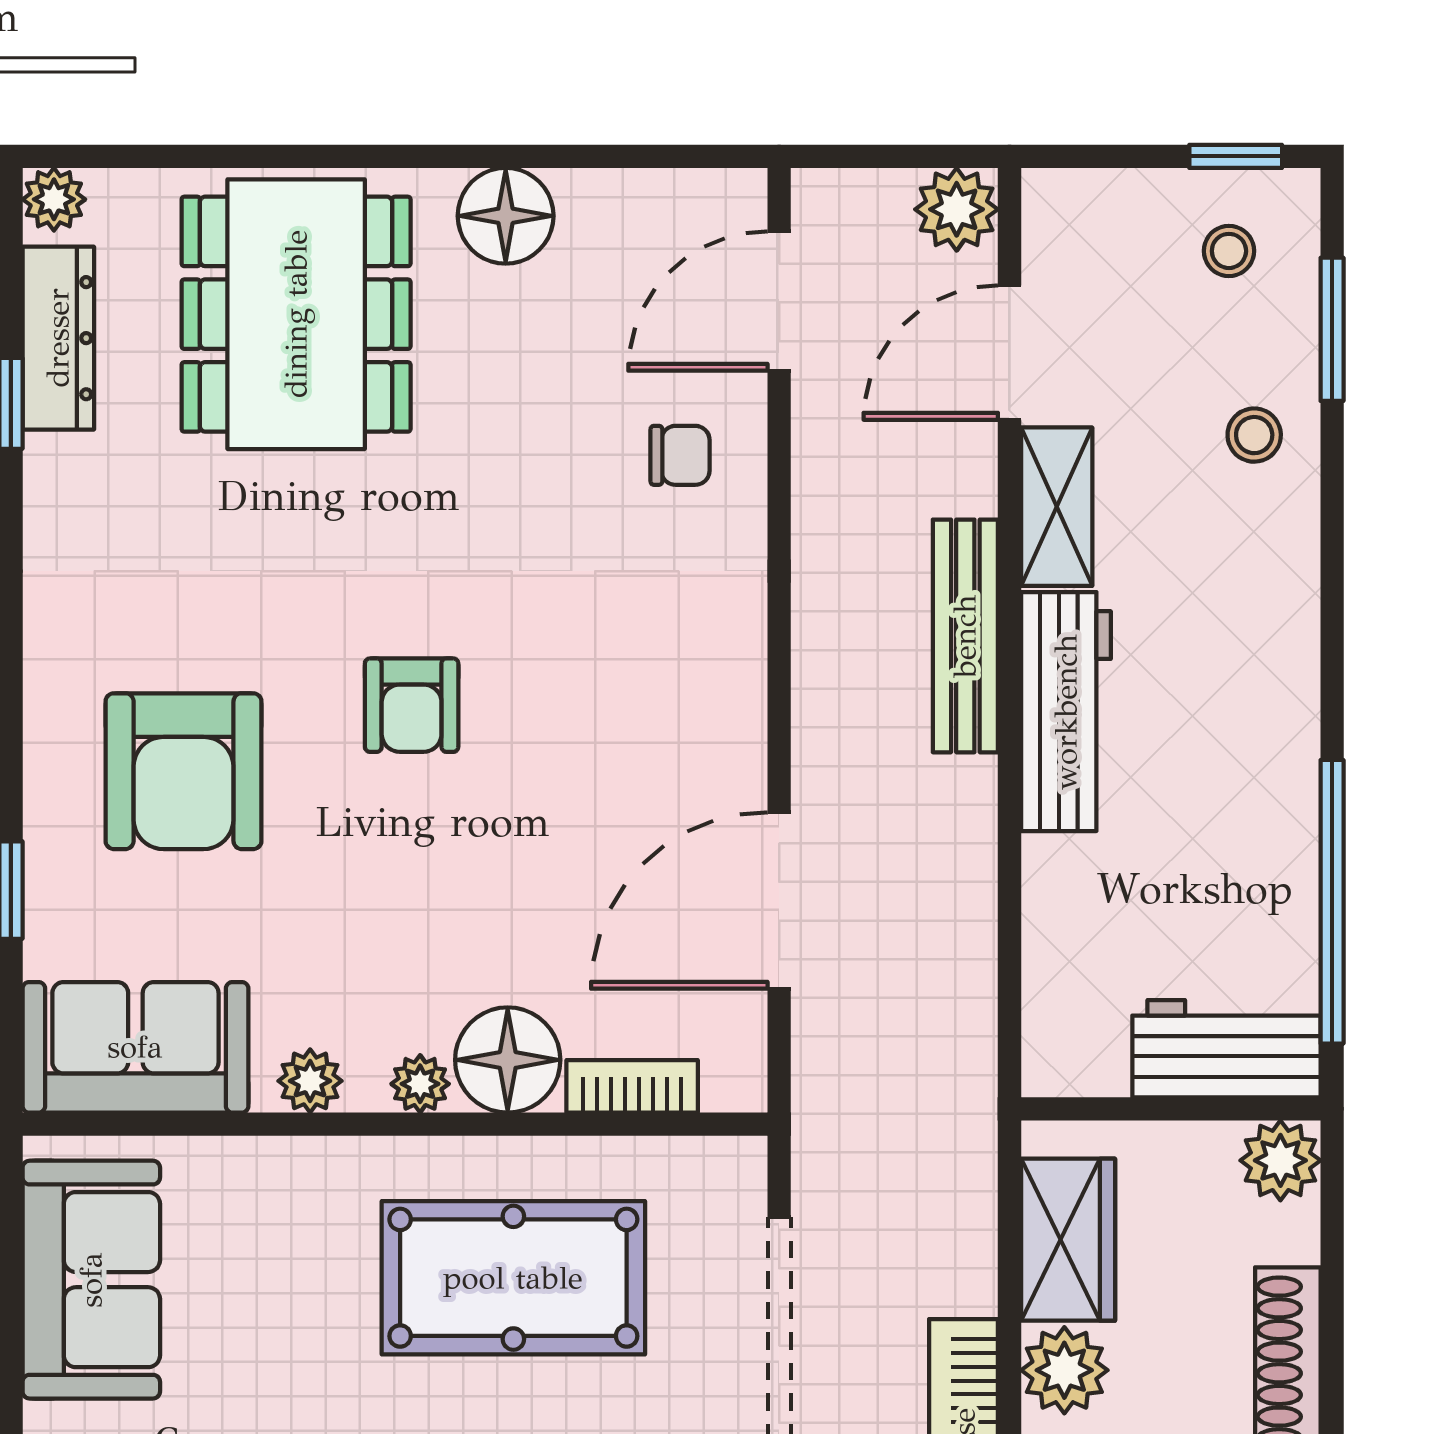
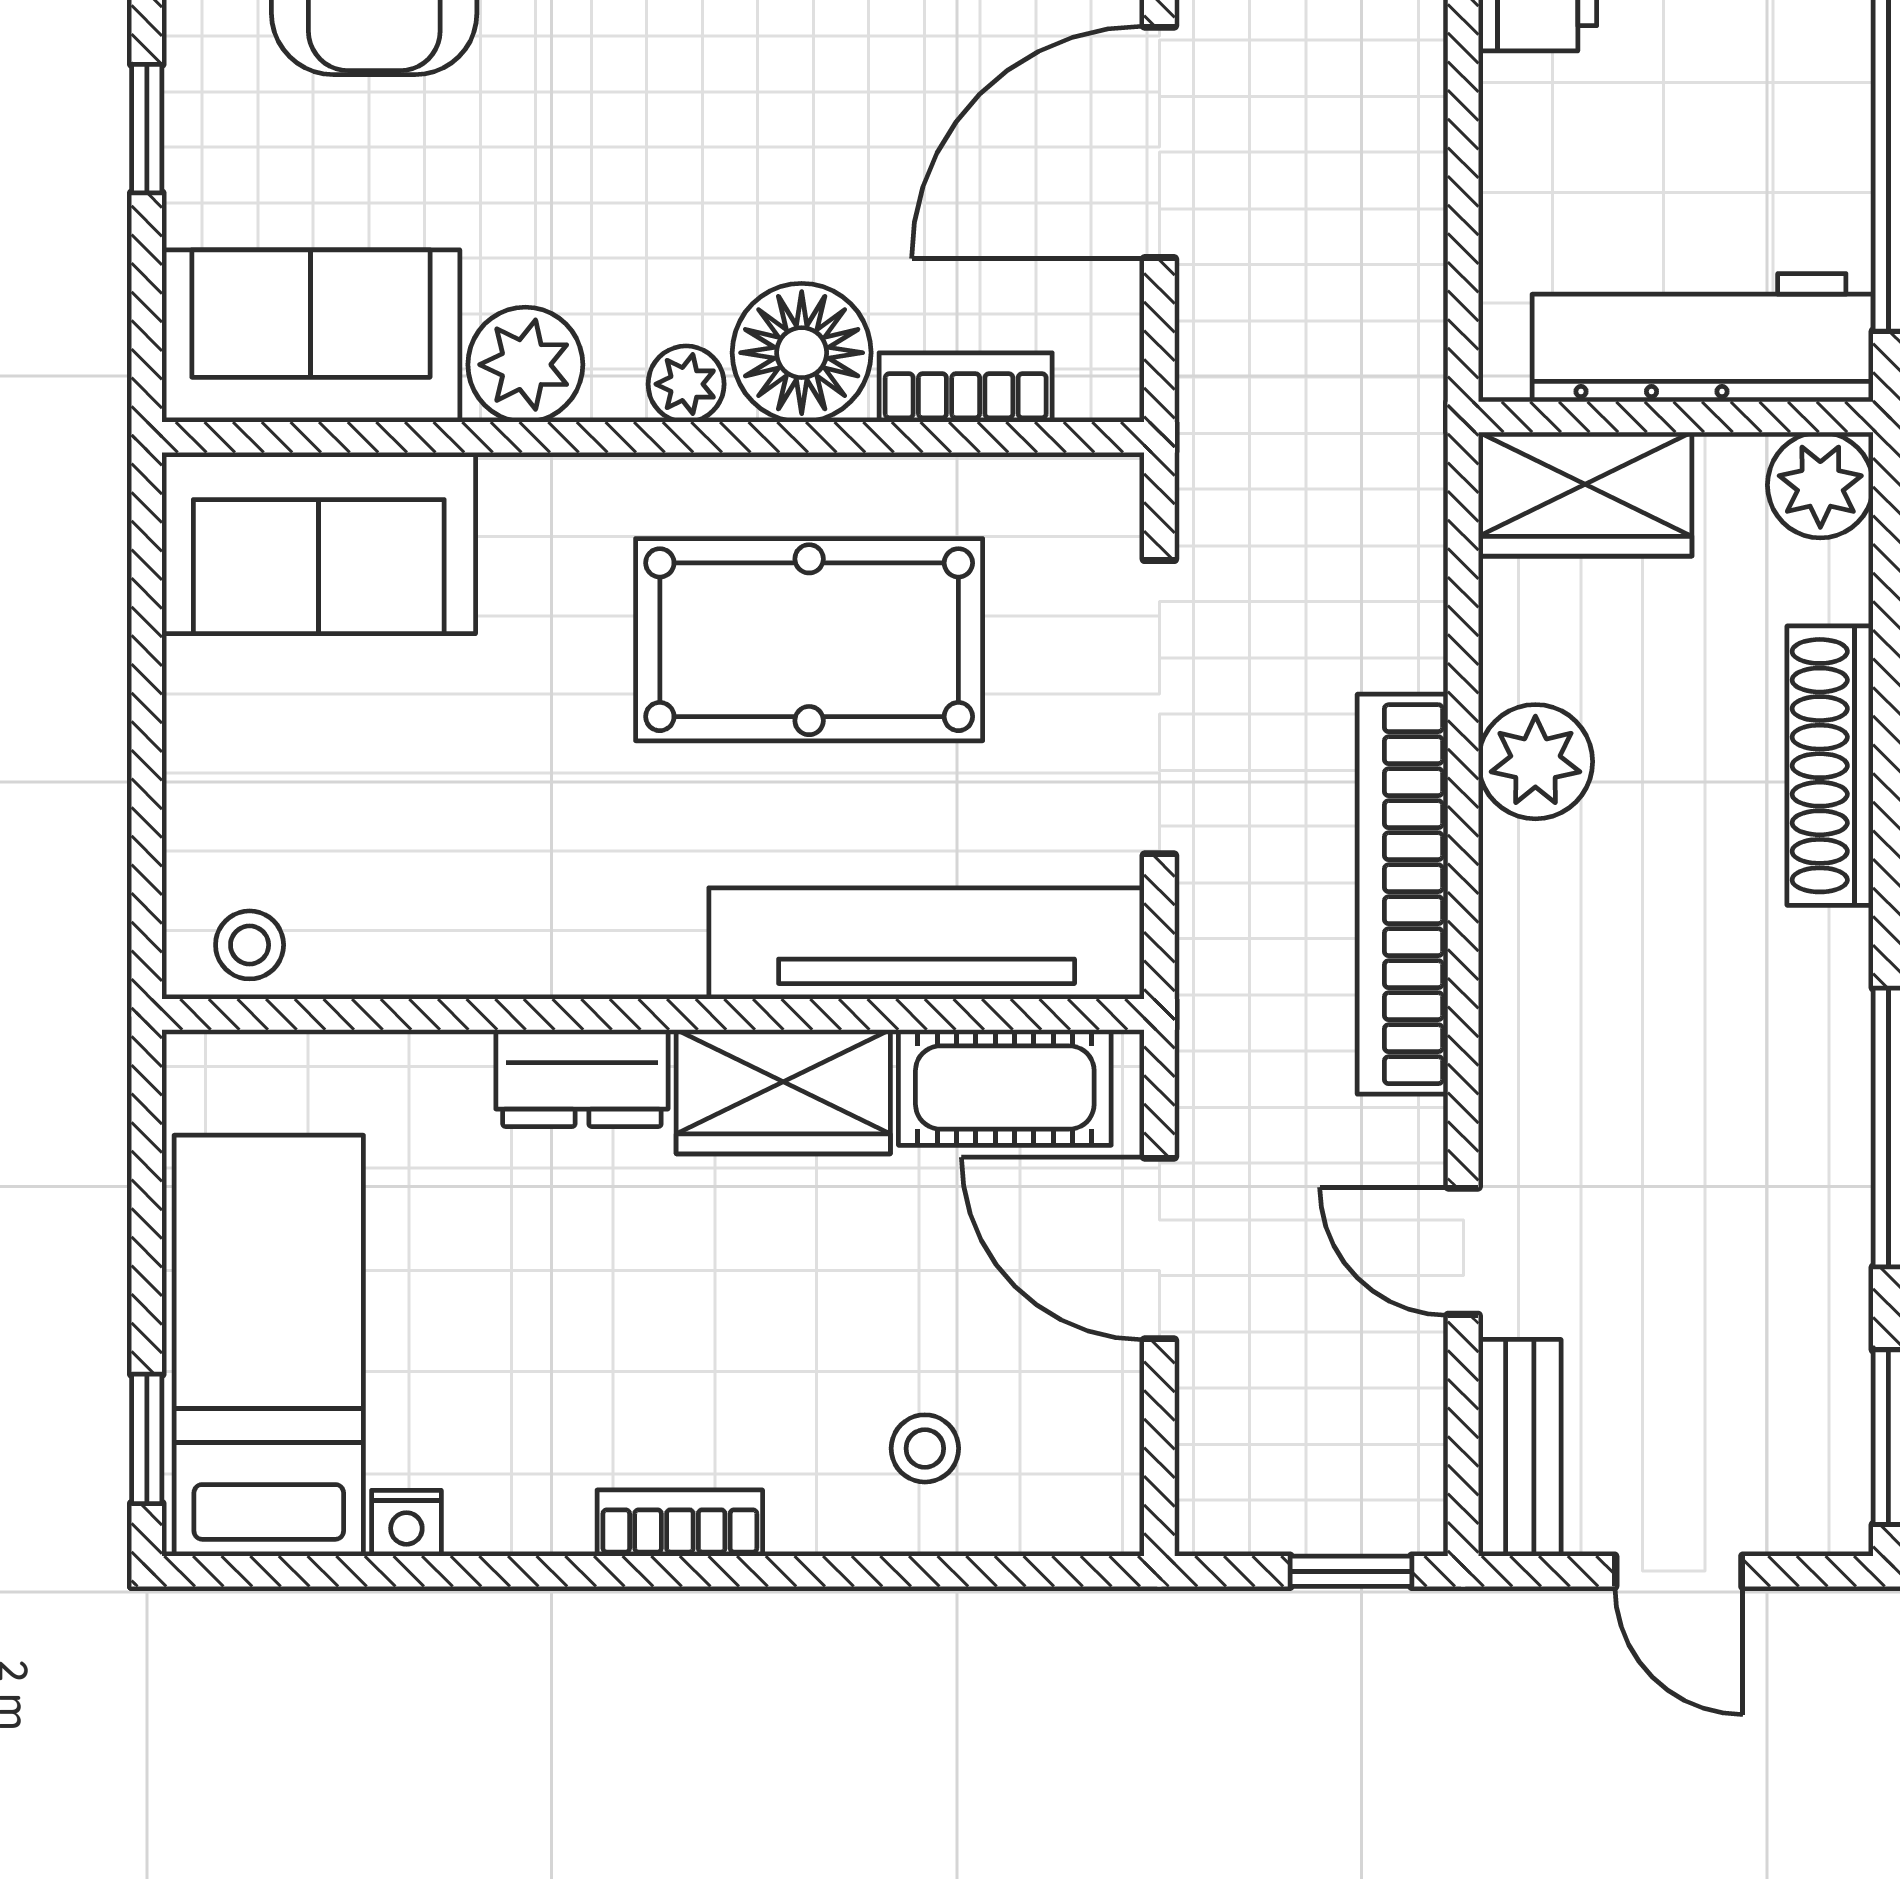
workbench: (1226, 1049) -> (1703, 338), width x1.37
plant: (310, 1081) -> (525, 365), width x1.38, depth x1.38
wardrobe: (1068, 1240) -> (1585, 494), moved, turned 90
sofa: (91, 1280) -> (319, 543), moved, turned 90

